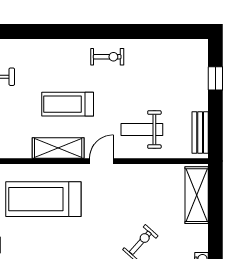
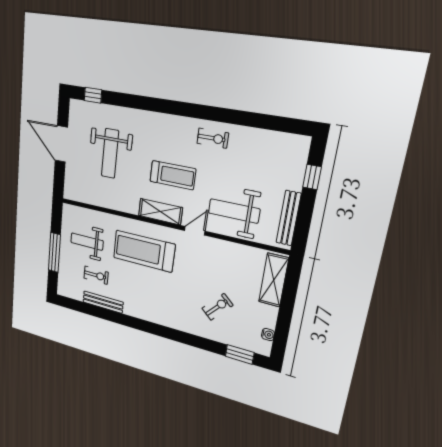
treadmill: (68, 104) -> (173, 175), turned 180
weight bench: (142, 130) -> (234, 211), width x1.36, depth x1.33
bench: (200, 133) -> (289, 218), width x1.36

